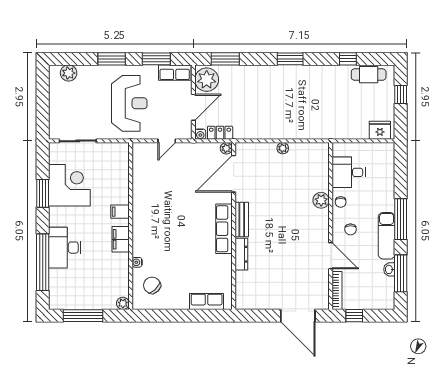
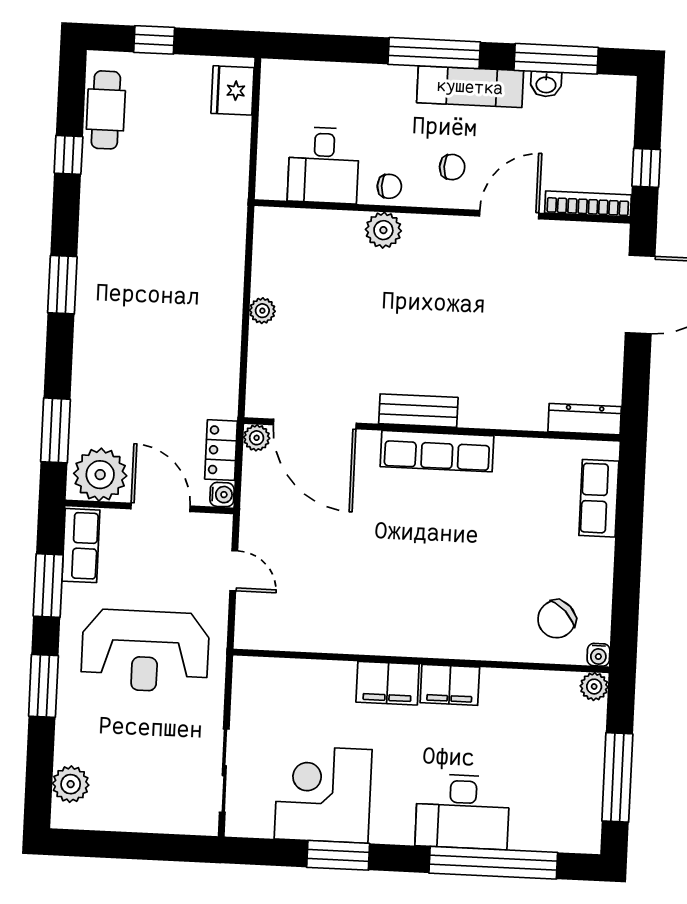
reception desk: (129, 103) -> (145, 651), turned 180
filing cabinet: (120, 212) -> (388, 683), width x2.00
dresser: (241, 254) -> (585, 419), moved
water cooler: (137, 262) -> (598, 655), moved

